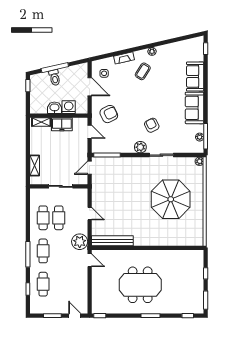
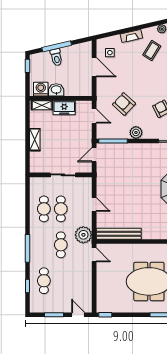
washing machine: (69, 107) -> (41, 89), moved
armchair: (109, 114) -> (124, 104), moved, turned -111
plant: (140, 147) -> (136, 132), moved
shelving: (35, 166) -> (35, 140), moved
cafe table: (43, 251) -> (61, 245), moved

